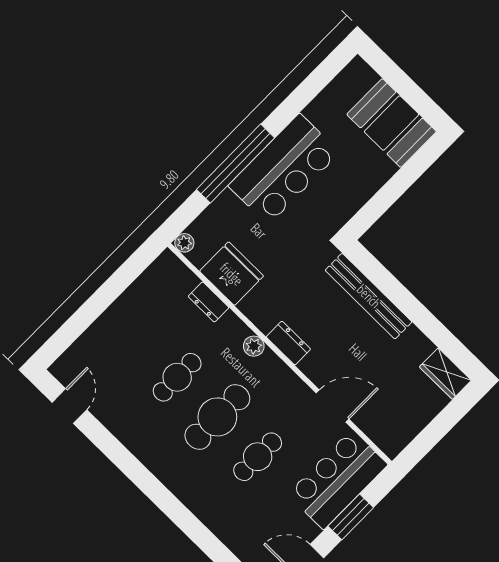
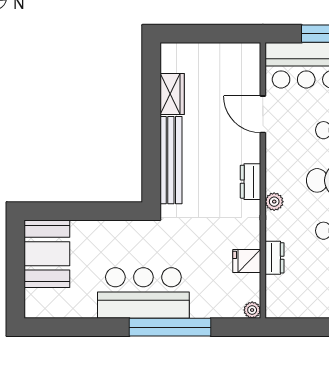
fridge: (232, 274) -> (247, 261), width x0.53, depth x0.75
wardrobe: (445, 374) -> (172, 94), moved

